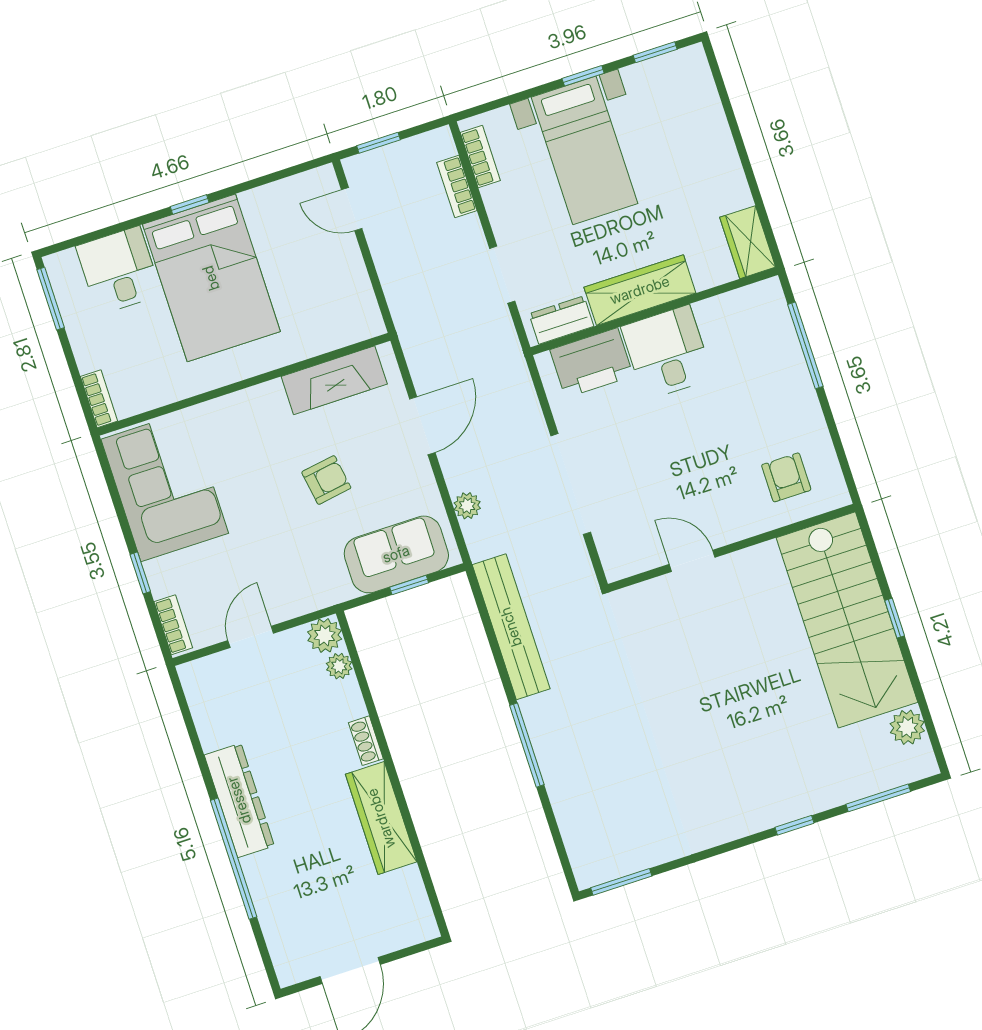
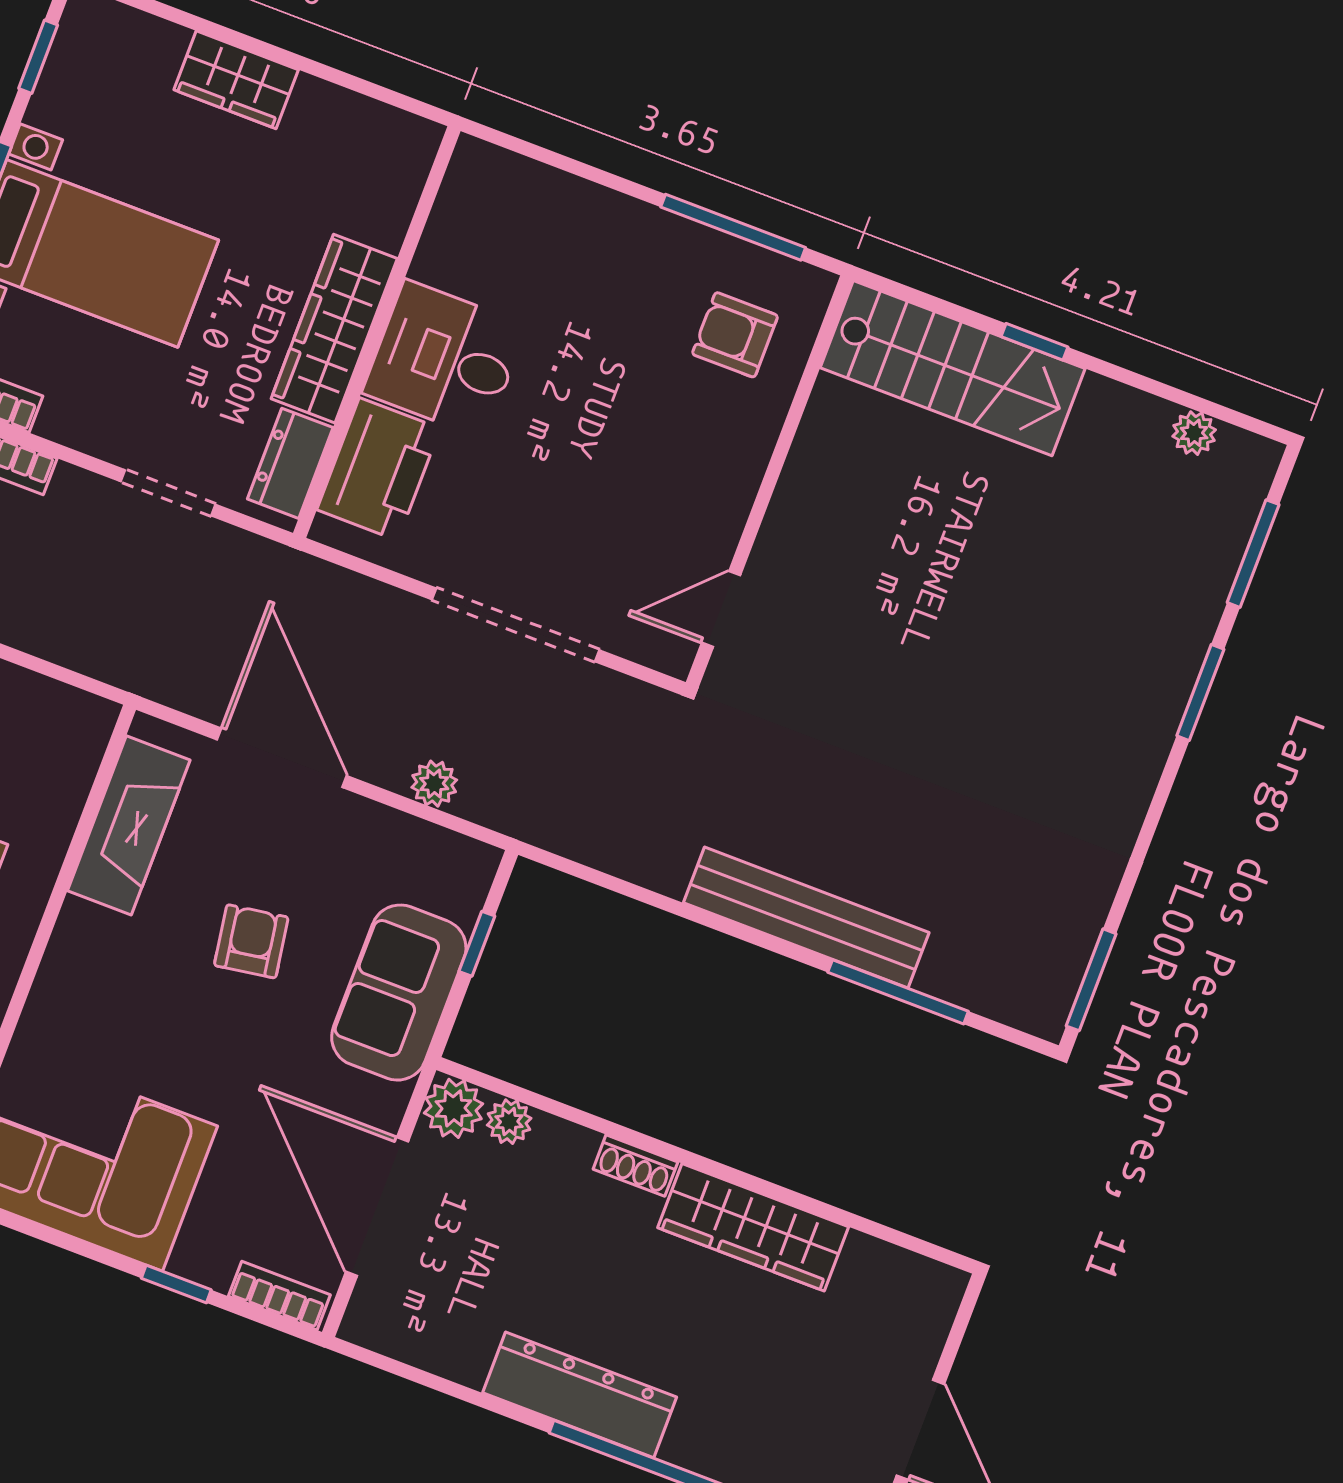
wardrobe: (748, 242) -> (236, 80), moved
window: (805, 345) -> (733, 227), moved
door: (422, 426) -> (282, 758), width x1.36
sofa: (396, 554) -> (399, 993), moved
door: (692, 561) -> (721, 609), moved
stairs: (847, 620) -> (953, 368), width x0.73, depth x0.66
bench: (511, 627) -> (806, 918), moved
door: (251, 637) -> (377, 1207), width x1.87
plant: (907, 727) -> (1194, 433), width x0.73, depth x0.73
window: (527, 745) -> (898, 992), moved
window: (794, 825) -> (1200, 693), width x1.50

